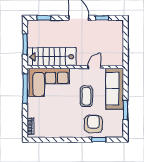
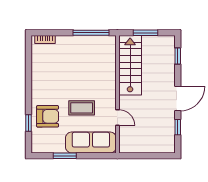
corner sofa: (49, 82) -> (99, 62), removed

